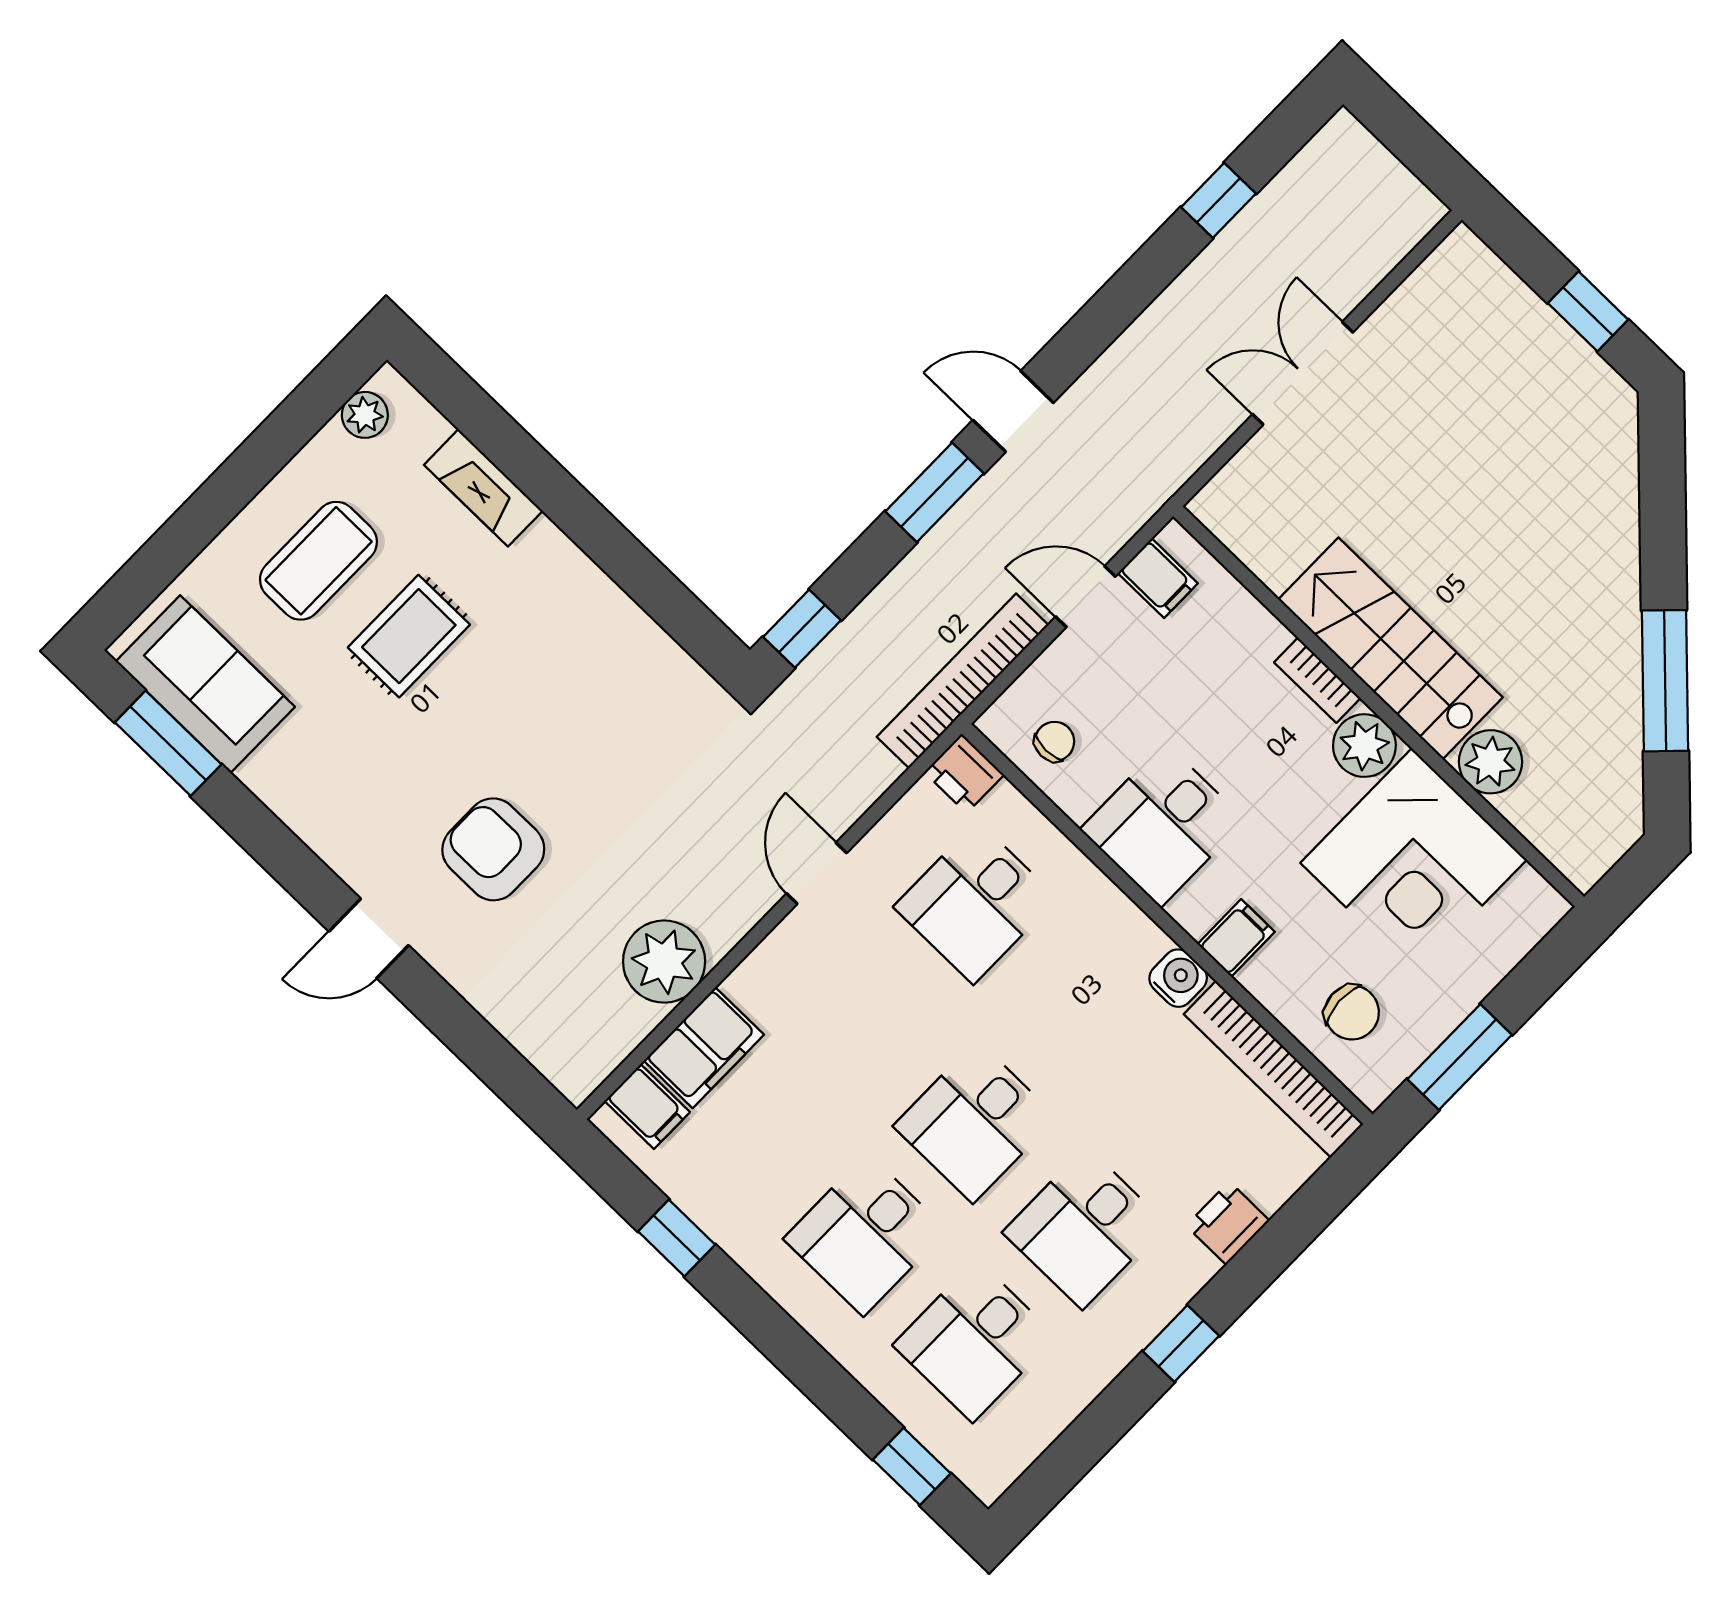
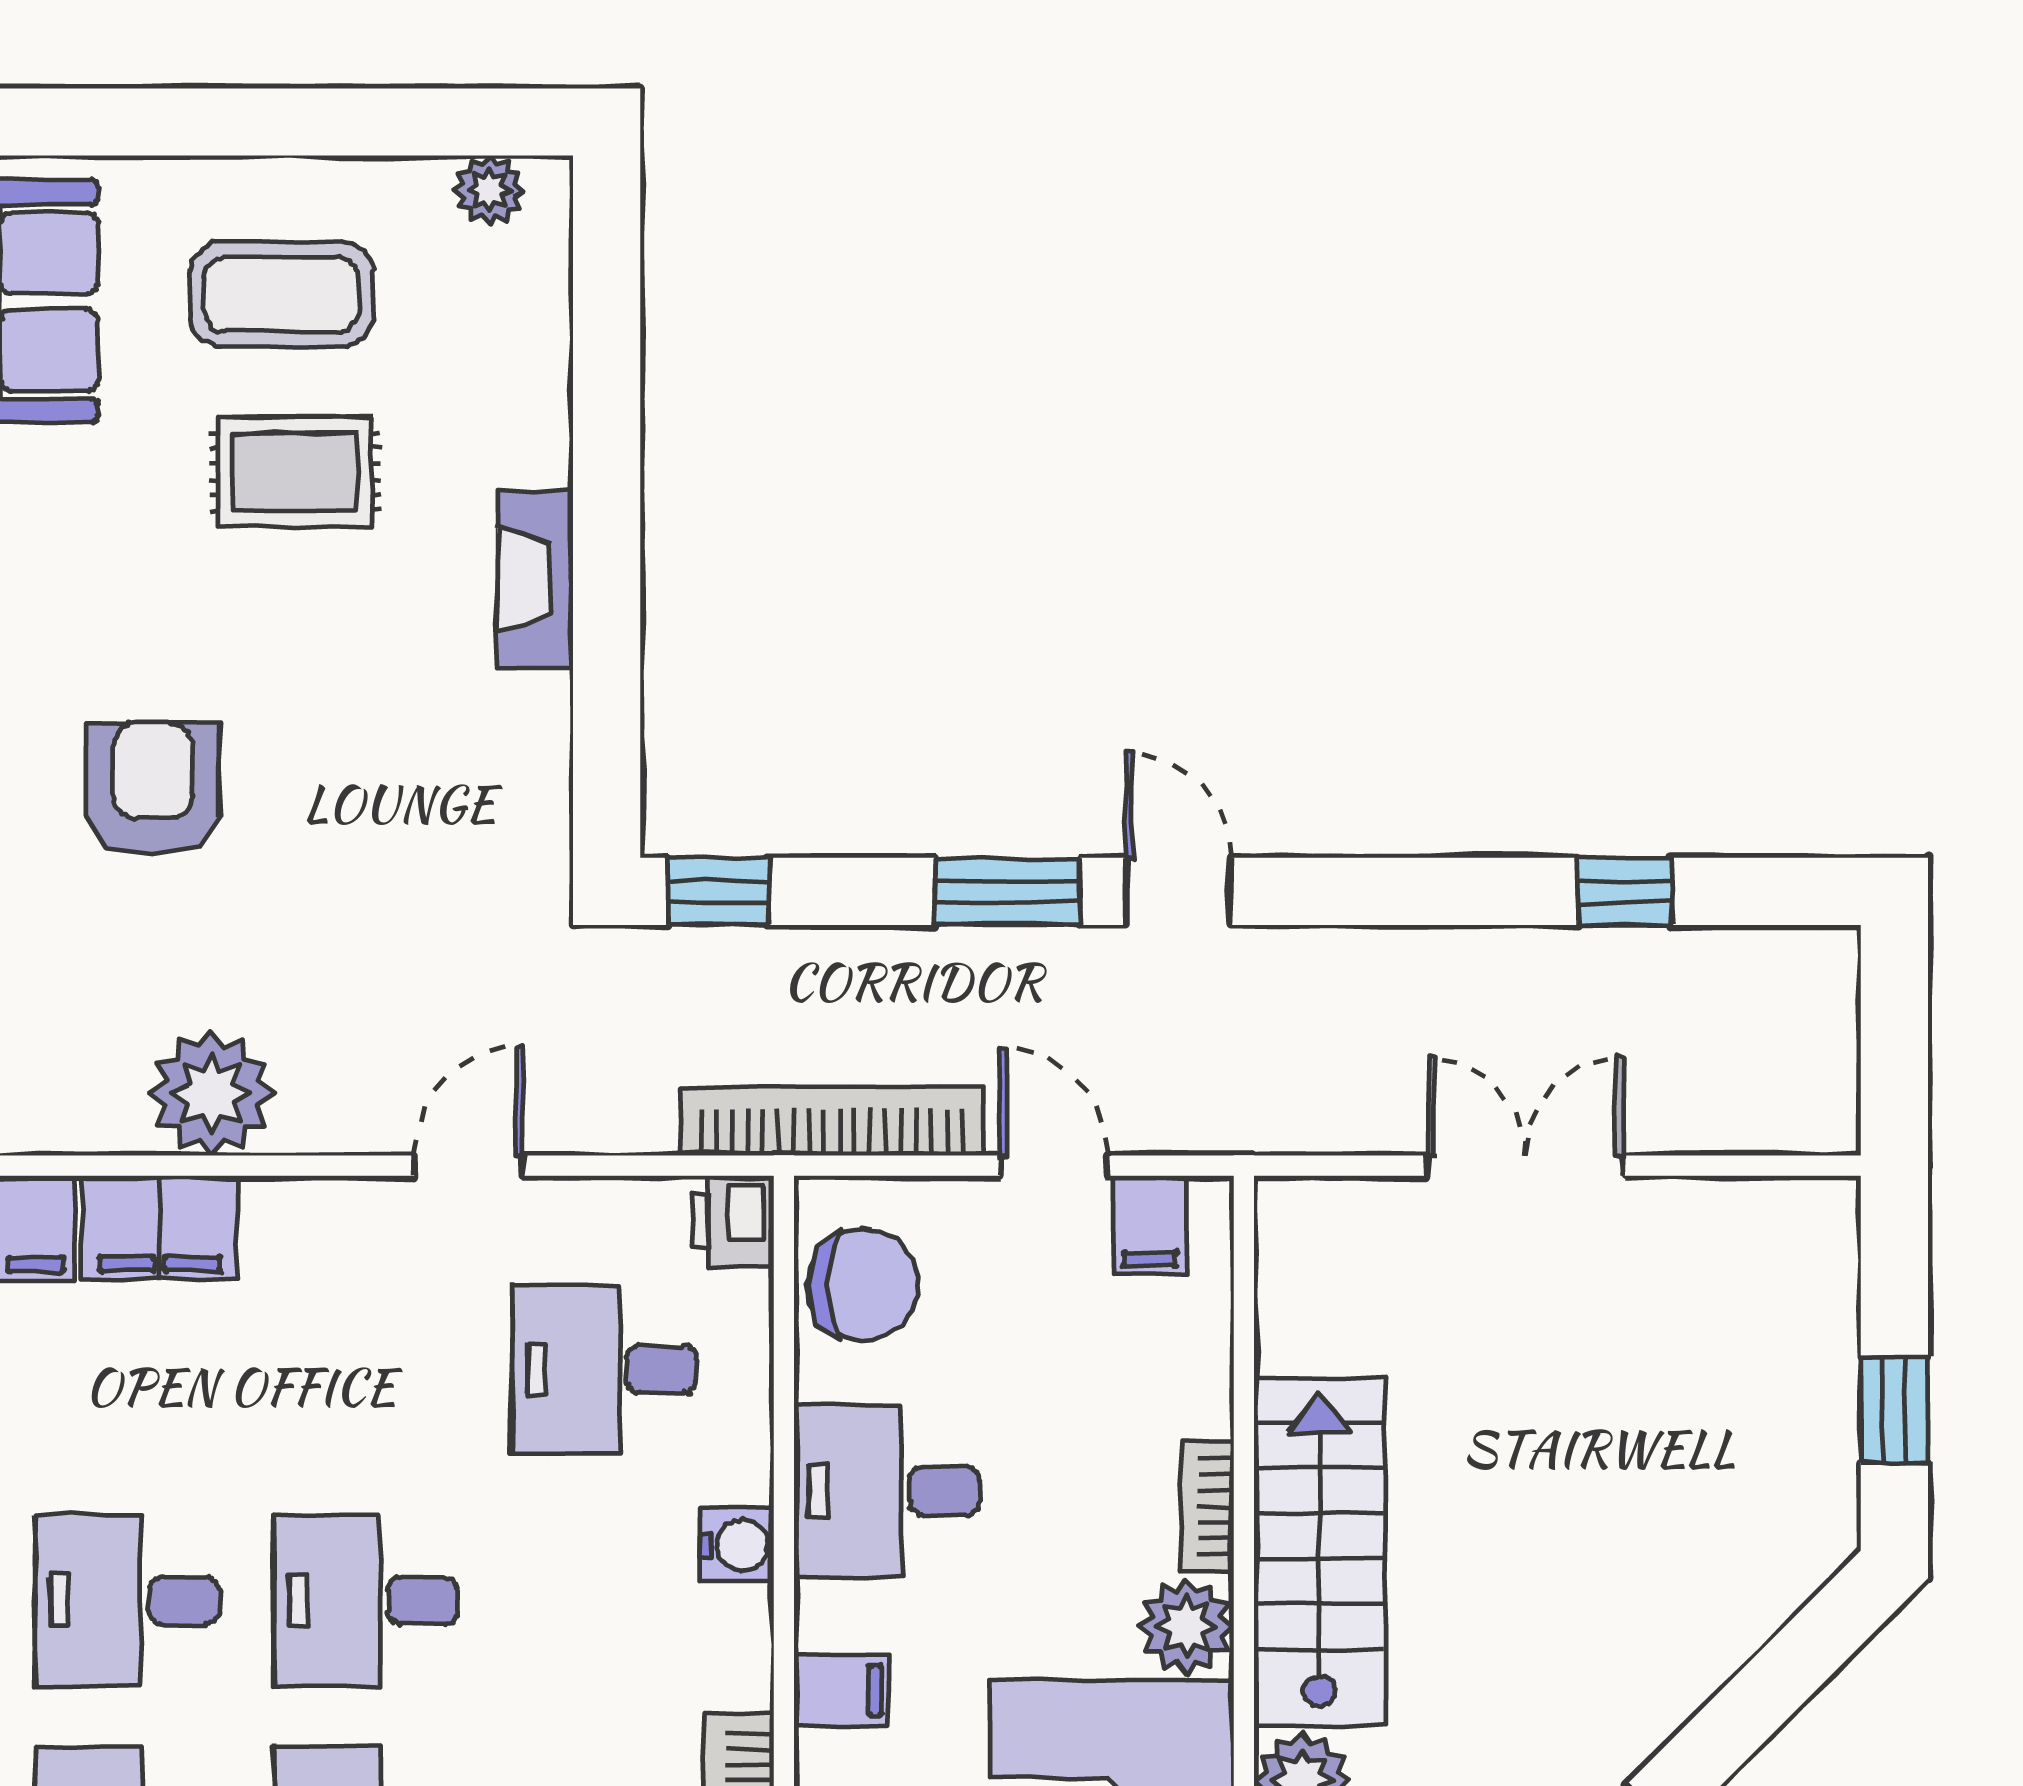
fireplace: (483, 488) -> (535, 579), moved
chair: (1054, 741) -> (863, 1285), width x1.87, depth x1.87
water cooler: (1178, 978) -> (736, 1545), moved

